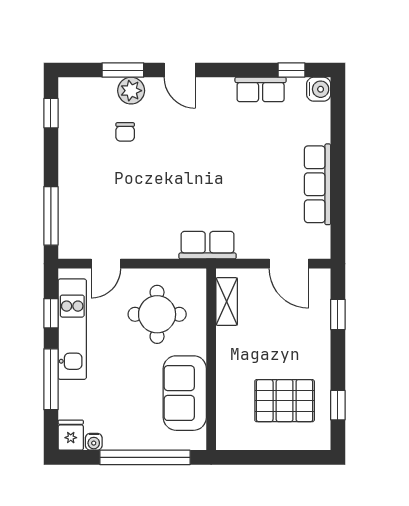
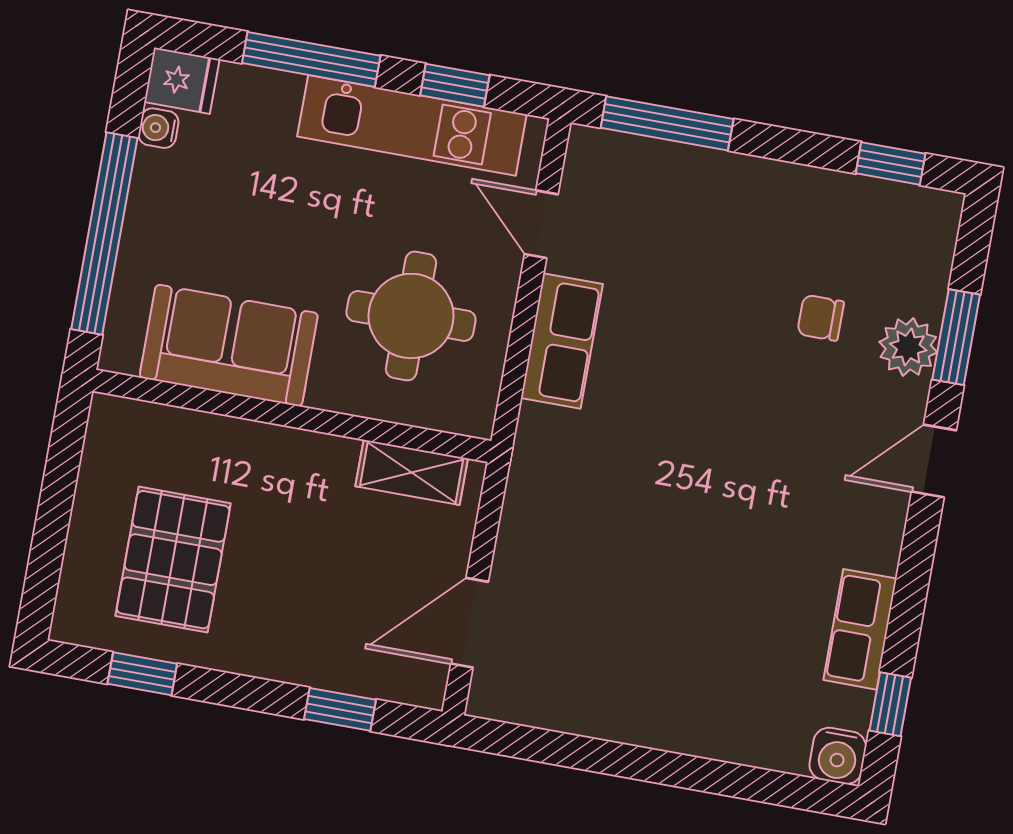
row of seats: (318, 184) -> (631, 716), removed
row of seats: (208, 245) -> (562, 341), moved

